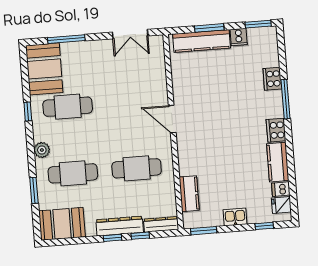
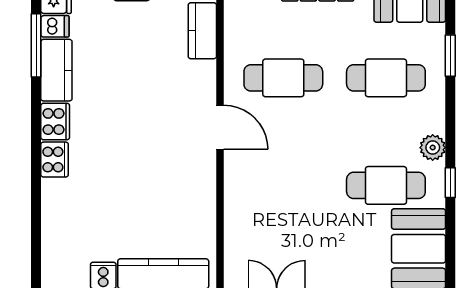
cooker: (272, 79) -> (55, 160), moved
window: (285, 99) -> (36, 45), moved
door: (172, 119) -> (220, 127), moved
plant: (42, 150) -> (433, 148), moved

